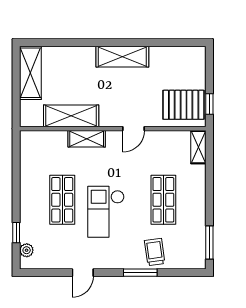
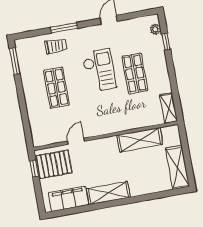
filing cabinet: (174, 58) -> (68, 199), added
door: (134, 129) -> (76, 141), moved
shelving: (87, 139) -> (169, 108), moved, turned 90
shelving: (198, 147) -> (37, 133), removed
trolley: (155, 252) -> (56, 46), turned -82

